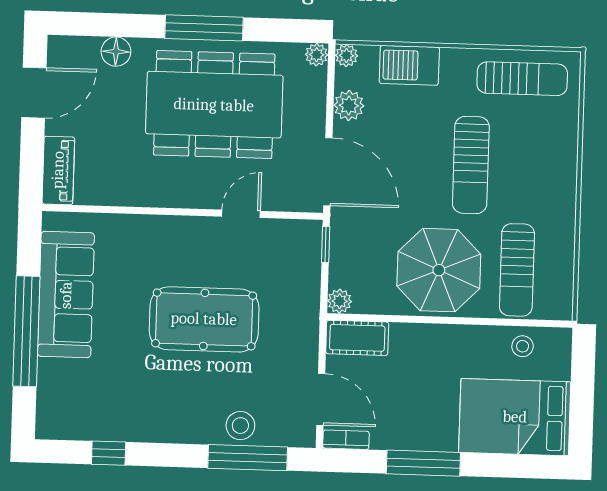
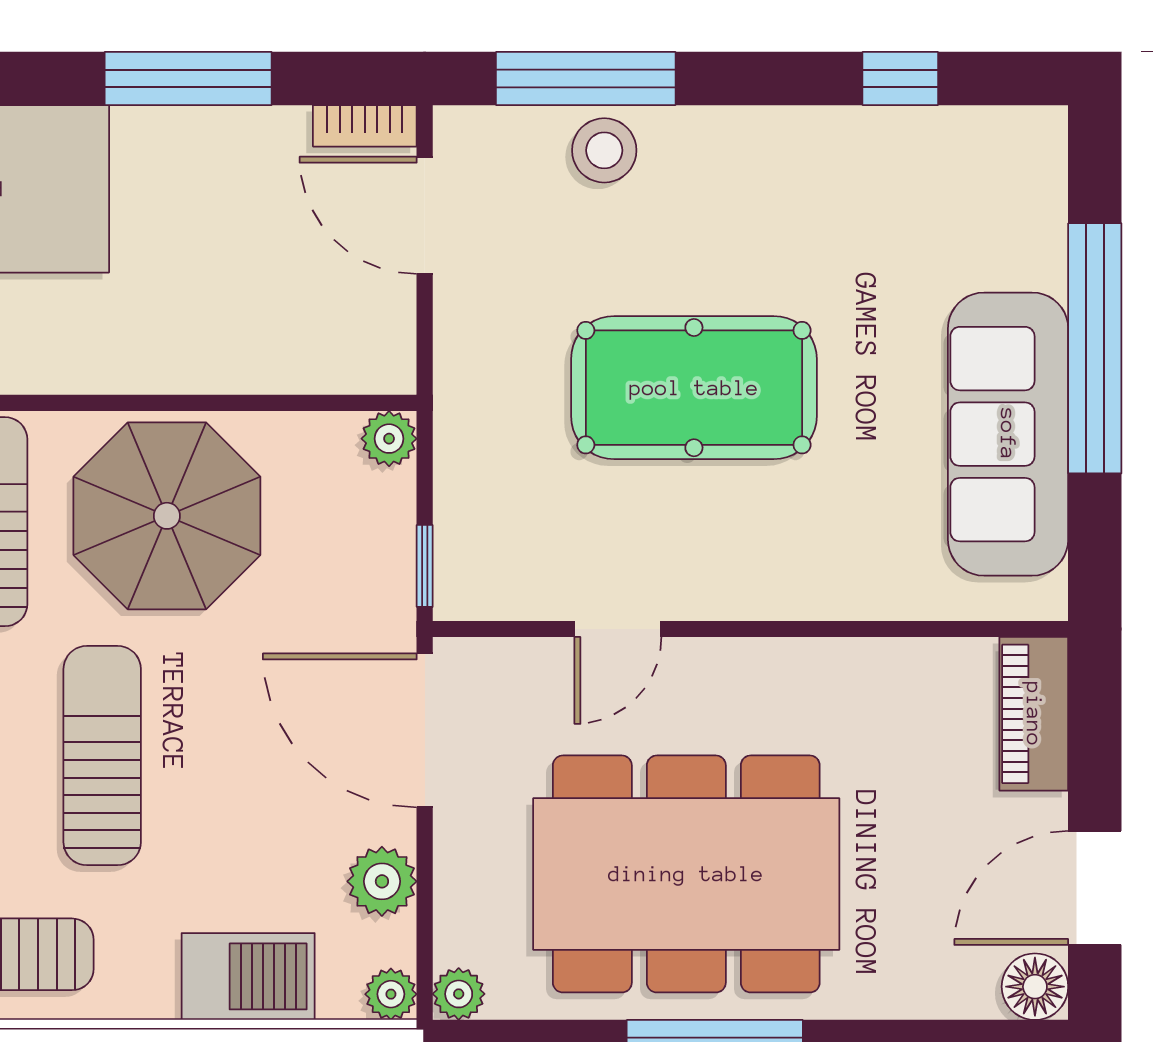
floor lamp: (116, 52) -> (1035, 987), moved
cot: (357, 338) -> (347, 357), removed

